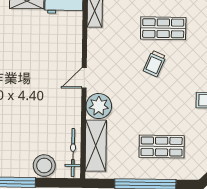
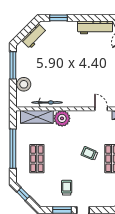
door: (84, 78) -> (101, 109), moved
bicycle: (73, 153) -> (47, 102), moved

